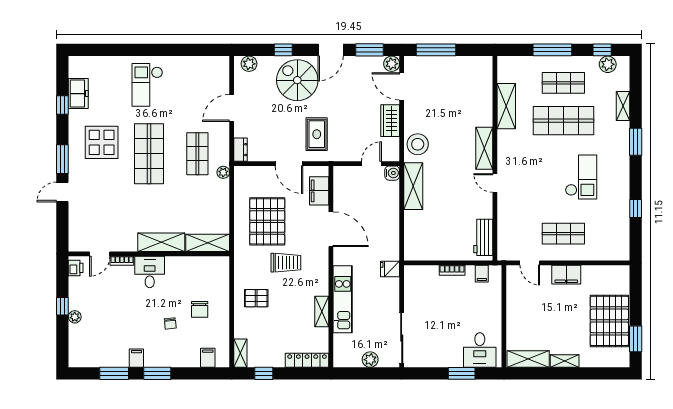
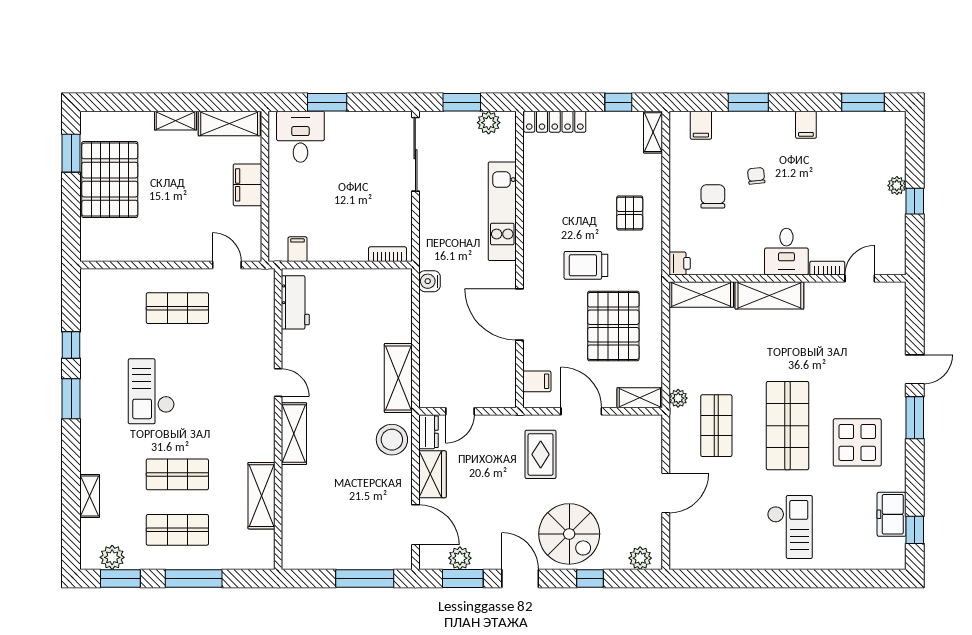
door: (331, 50) -> (520, 578), hinge flipped
window: (602, 50) -> (120, 578), width x1.50
plant: (392, 64) -> (460, 558), moved
window: (62, 105) -> (915, 530), moved
shop shelf: (563, 121) -> (177, 474), width x0.70, depth x0.74
window: (636, 142) -> (71, 399), moved
dresser: (241, 150) -> (428, 432), moved, turned 180
water cooler: (392, 173) -> (429, 281), moved
filing cabinet: (319, 191) -> (537, 381), width x0.50
printer: (76, 268) -> (680, 263), moved, turned 180
fridge: (390, 269) -> (433, 256), removed
bookcase: (452, 270) -> (388, 254), moved
filing cabinet: (566, 275) -> (247, 185), moved, turned -90
pallet: (256, 298) -> (630, 213), turned 90
shelving: (322, 312) -> (640, 398), moved, turned 90
plant: (370, 360) -> (489, 123), moved
window: (114, 373) -> (863, 102), moved
window: (157, 373) -> (748, 102), moved
window: (370, 373) -> (462, 102), added

